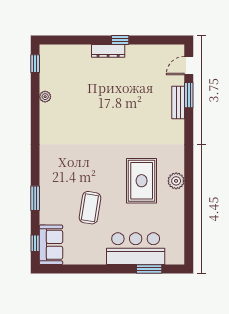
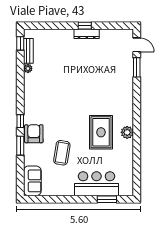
dresser: (108, 51) -> (87, 34), moved
door: (189, 66) -> (137, 45), swing flipped
bench: (178, 102) -> (28, 51), moved
armchair: (53, 183) -> (34, 134), added
window: (35, 243) -> (20, 121), moved

